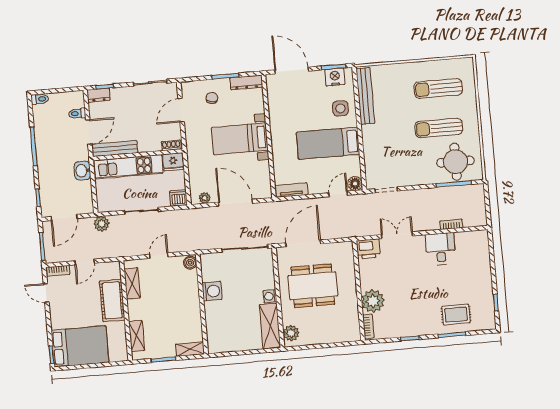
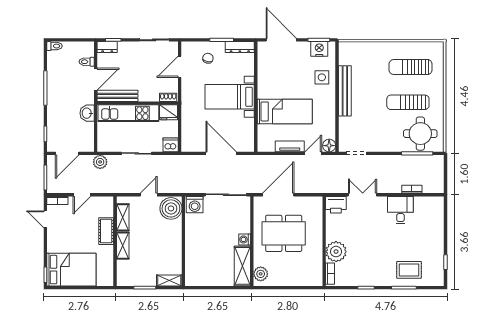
bench: (365, 96) -> (345, 91), moved
bed: (328, 143) -> (285, 111), moved, turned 180
tv unit: (291, 190) -> (290, 146), moved
plant: (205, 198) -> (194, 147), removed
boiler: (190, 263) -> (171, 208), width x1.86, depth x1.86
washing machine: (212, 291) -> (195, 205), moved, turned 90
cot: (112, 300) -> (106, 231), width x0.73, depth x0.75
shelving: (137, 336) -> (123, 246), moved

